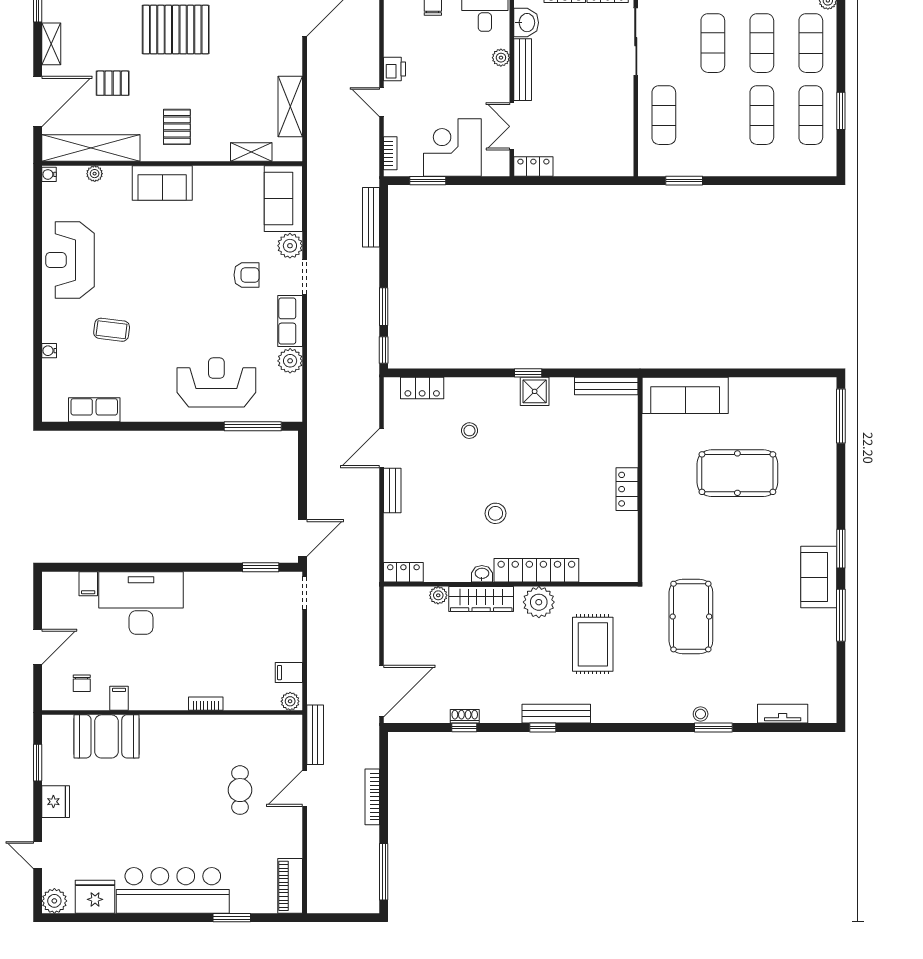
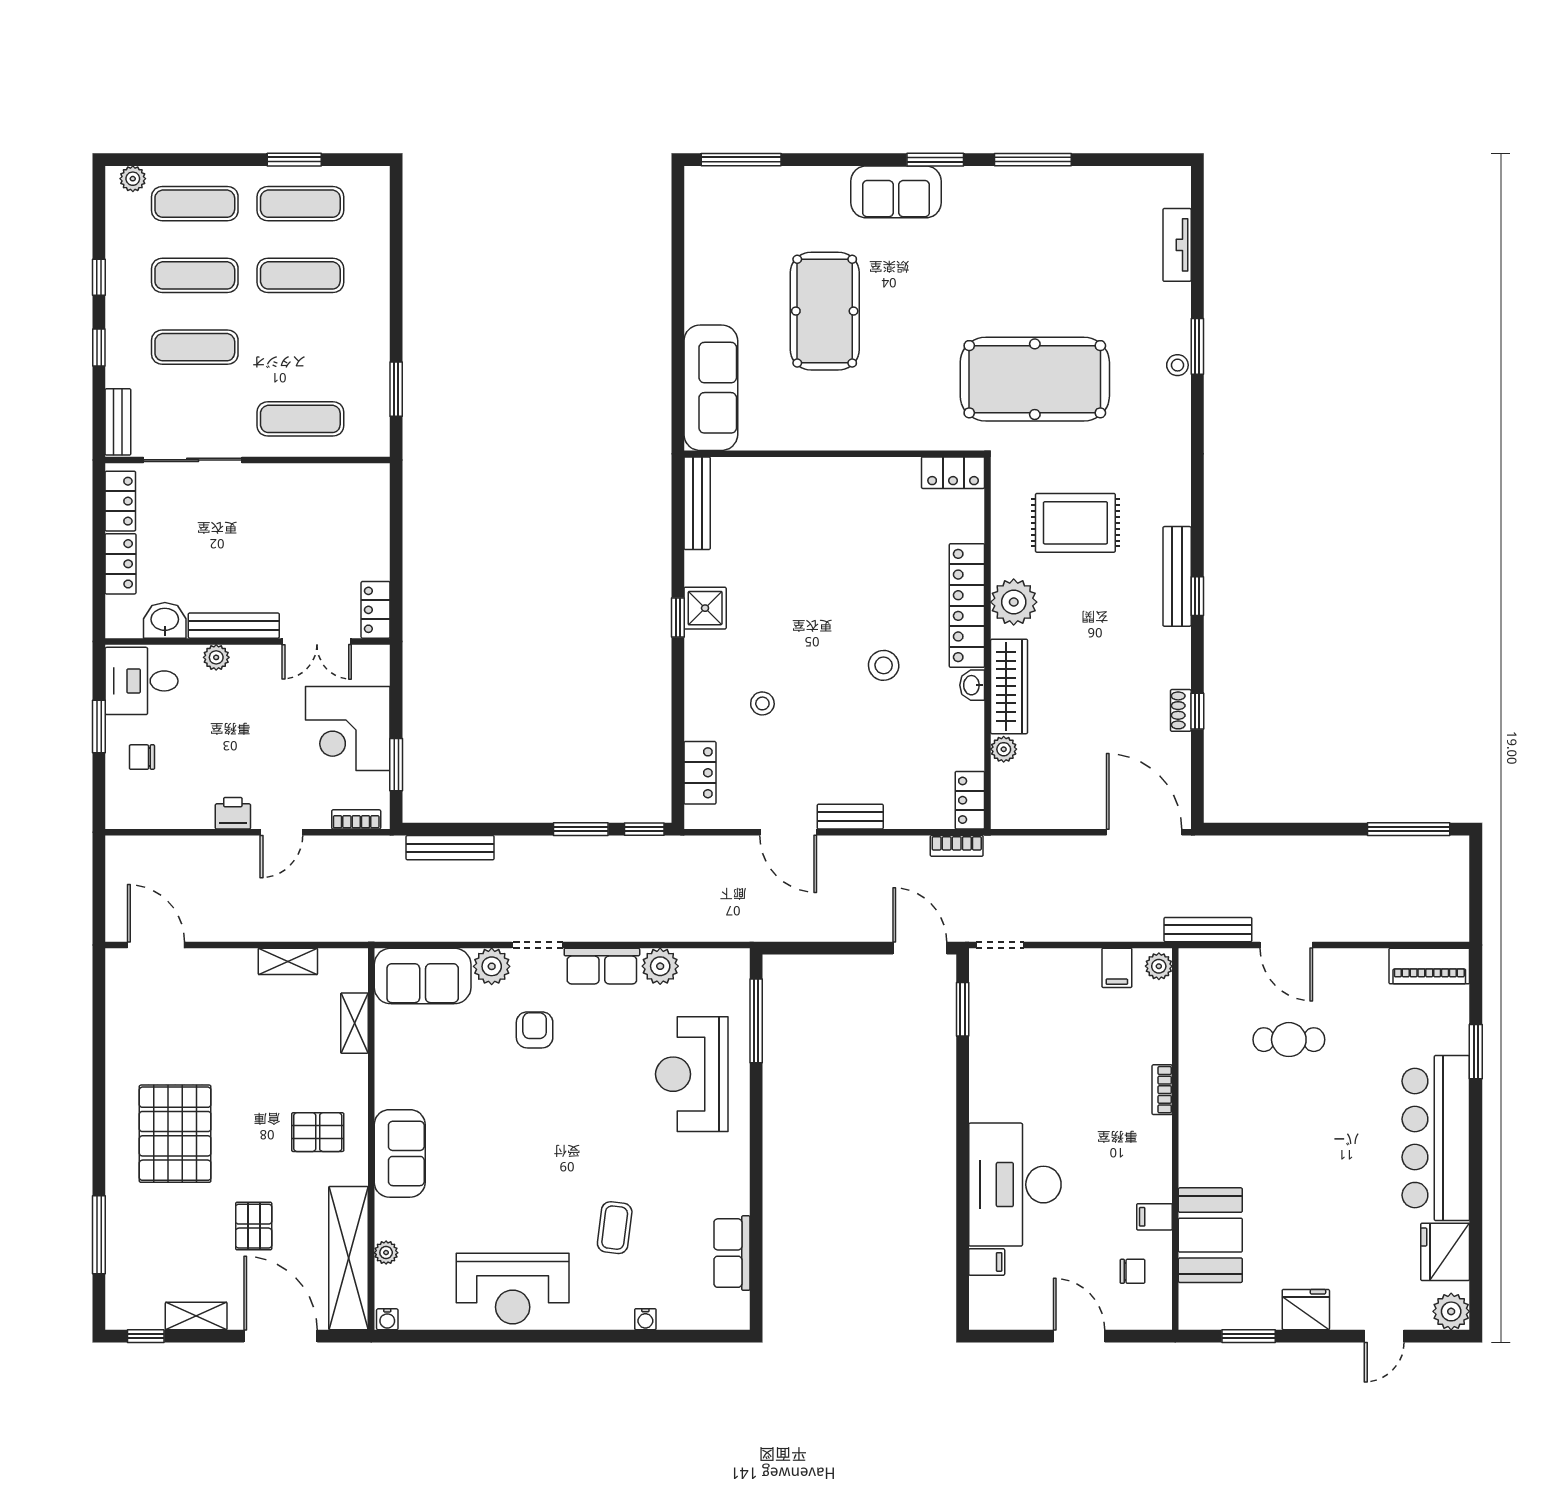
shelving: (290, 107) -> (288, 961), width x0.67, depth x0.75
locker: (627, 489) -> (953, 473), moved
sofa: (819, 577) -> (896, 192), moved
pool table: (691, 617) -> (1035, 379), width x1.36, depth x1.32
bookcase: (372, 797) -> (957, 846), moved, width x0.64

